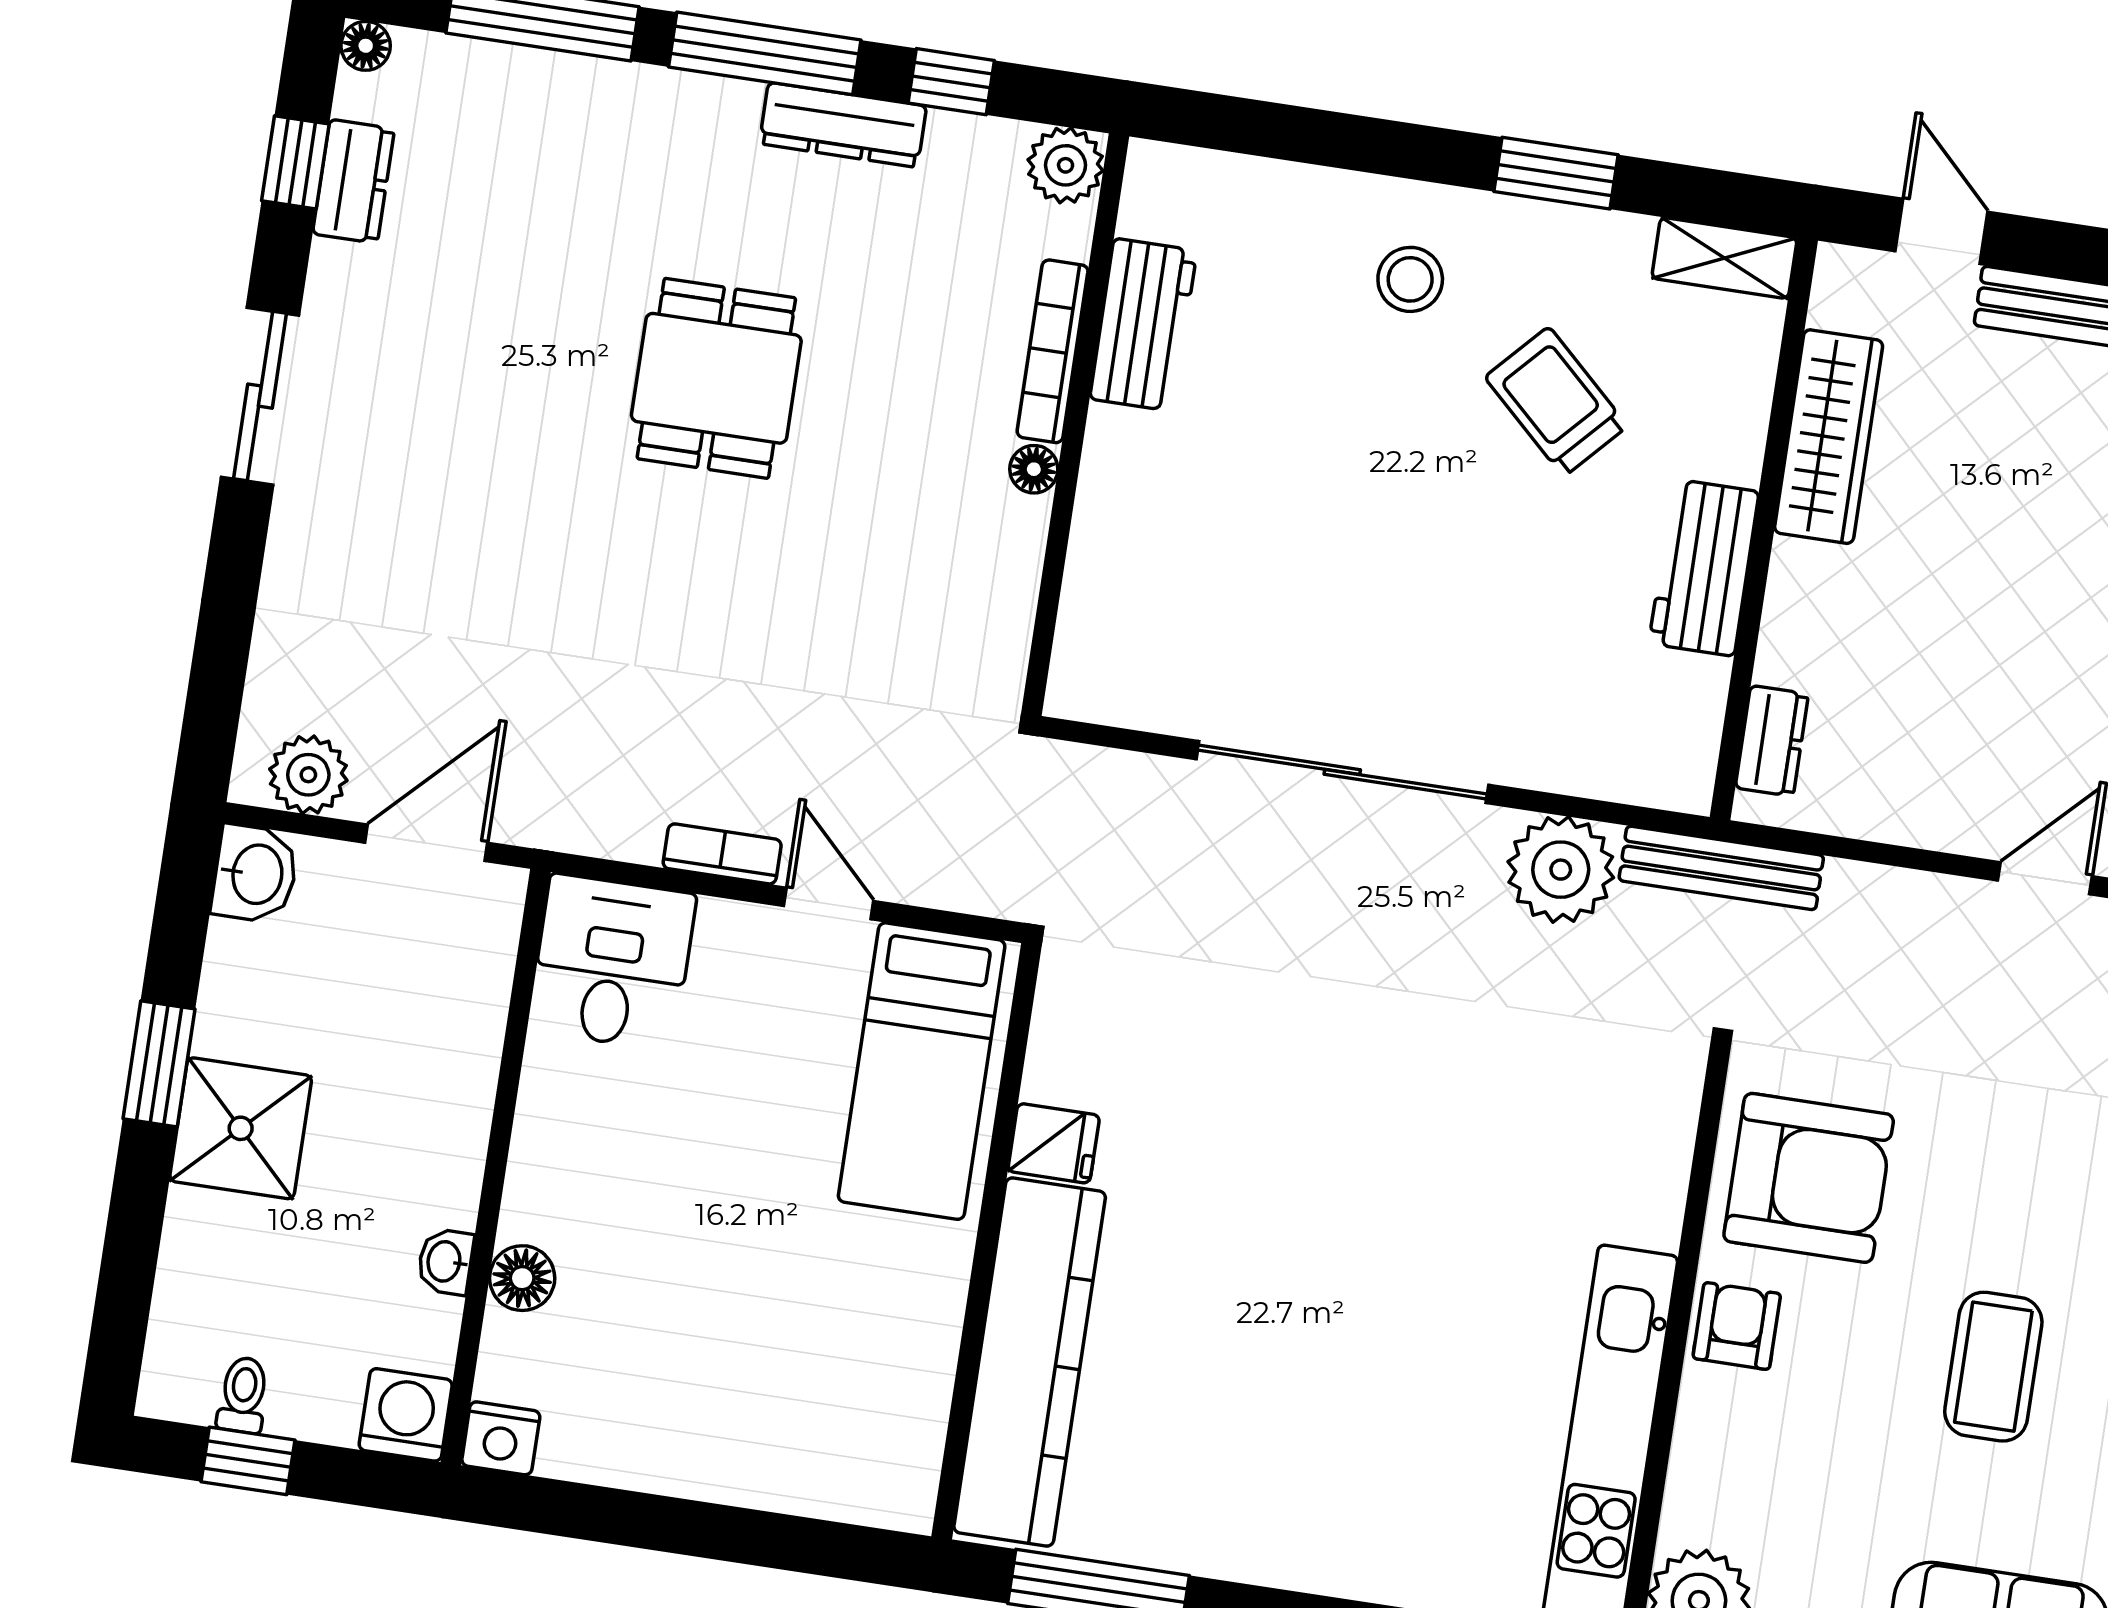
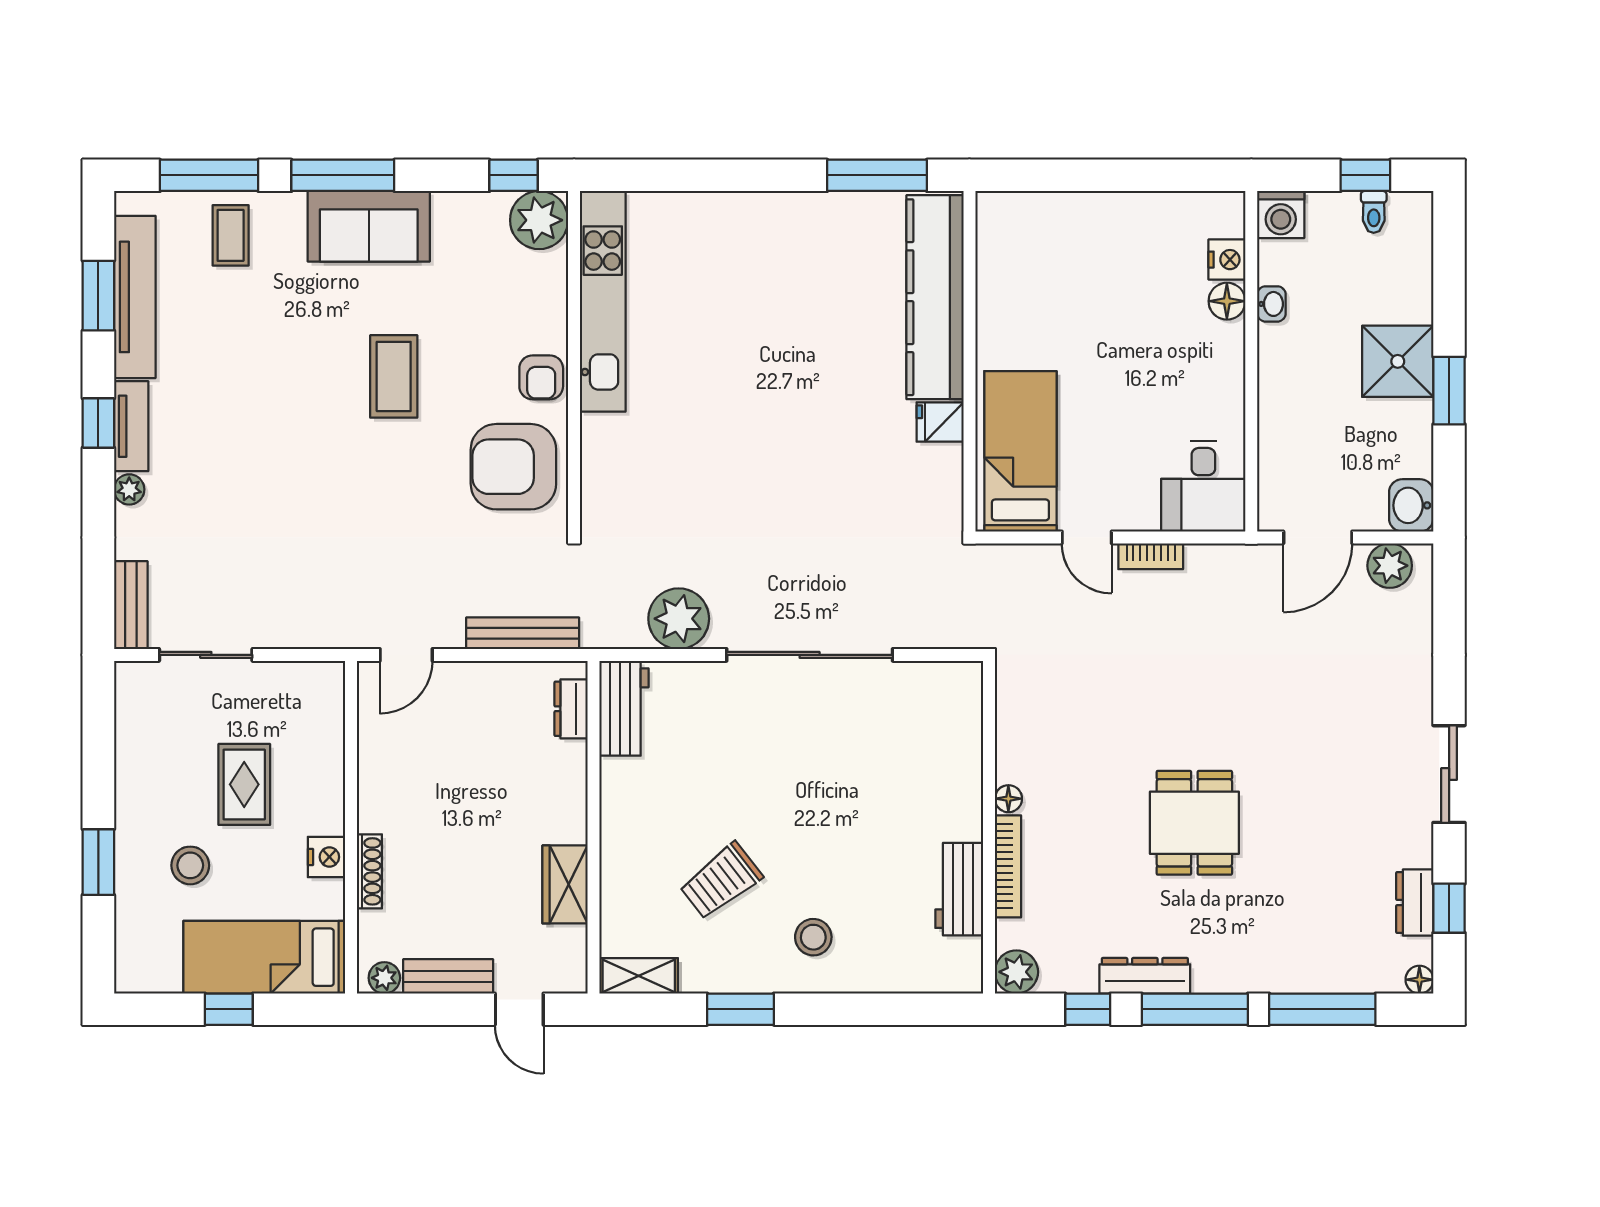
trolley: (1556, 402) -> (721, 881), turned 99
wardrobe: (1829, 437) -> (565, 884), width x0.67
workbench: (1704, 568) -> (624, 708), moved
bench: (1721, 868) -> (523, 633), moved
nightstand: (501, 1438) -> (1227, 260), moved, turned 90

